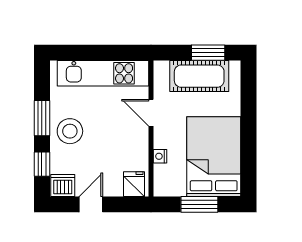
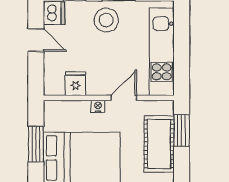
window: (208, 53) -> (182, 130), moved
nightstand: (160, 156) -> (98, 106), moved
fridge: (134, 184) -> (75, 84), moved, turned -90

